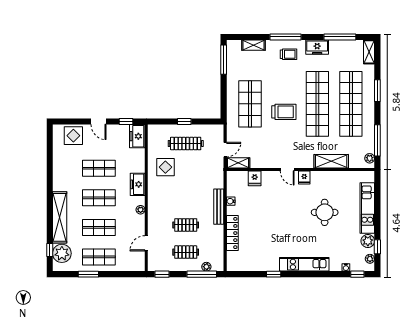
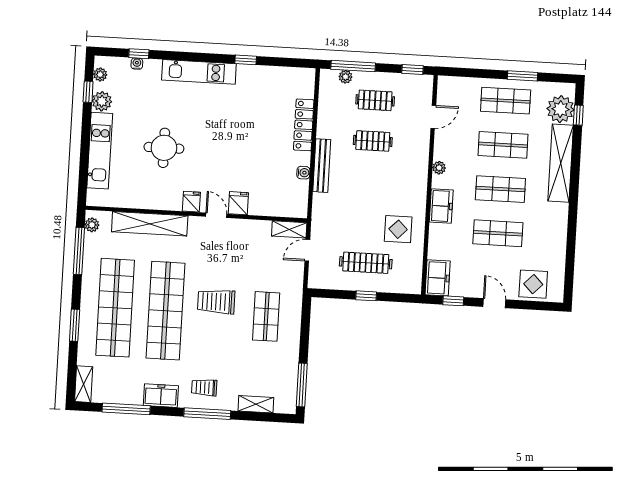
shop shelf: (250, 104) -> (266, 316), width x0.70, depth x0.74
shelving: (331, 161) -> (150, 224), width x1.47
fridge: (255, 178) -> (238, 203), moved
window: (357, 274) -> (139, 54), moved

